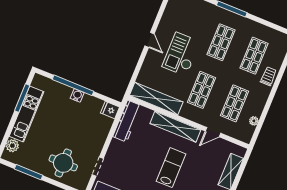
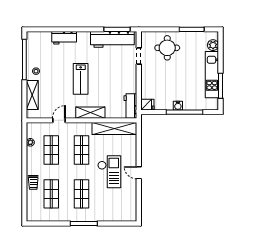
workbench: (127, 121) -> (130, 106), width x0.73
shelving: (175, 127) -> (90, 113), width x0.68

